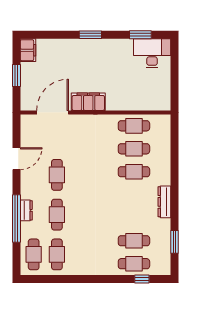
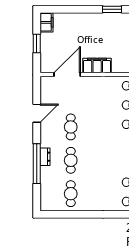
window: (90, 35) -> (112, 9), moved
cafe table: (34, 254) -> (51, 194), removed

